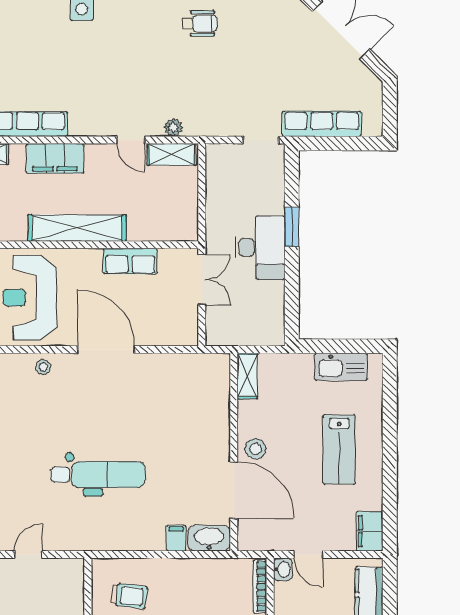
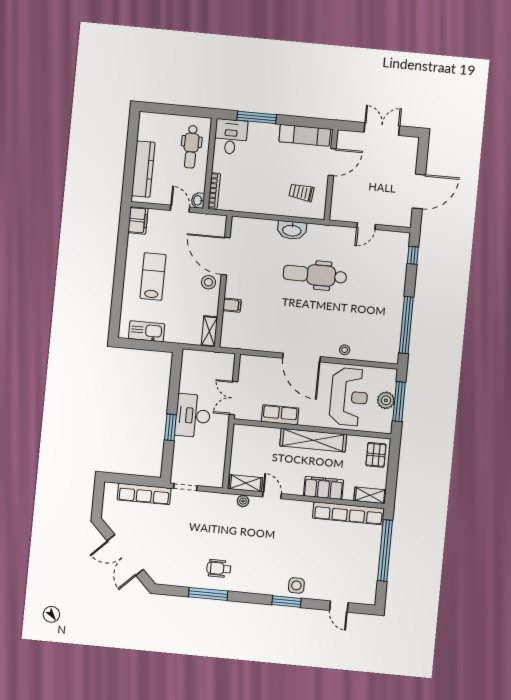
filing cabinet: (176, 538) -> (232, 305), moved, turned -90
washbasin: (209, 538) -> (292, 230), moved

